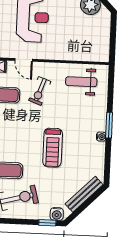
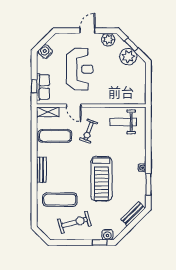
window: (109, 125) -> (148, 184), moved
treadmill: (53, 148) -> (101, 179), width x1.37, depth x1.38
bench: (84, 194) -> (133, 214), width x0.73

